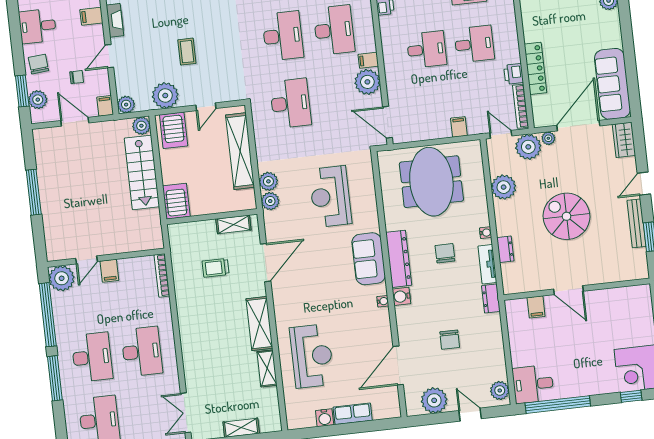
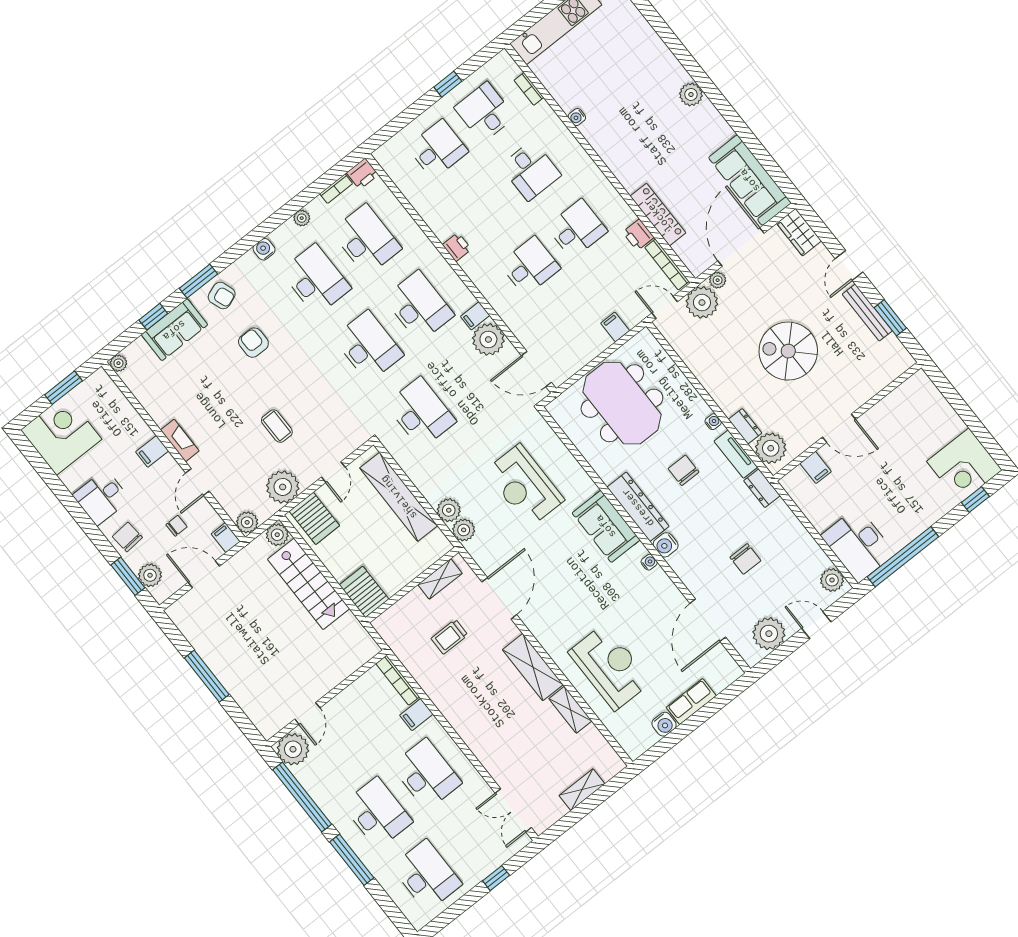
plant: (504, 187) -> (771, 448), moved
filing cabinet: (109, 271) -> (416, 715), moved, turned 90
desk: (533, 384) -> (858, 545), width x1.37

